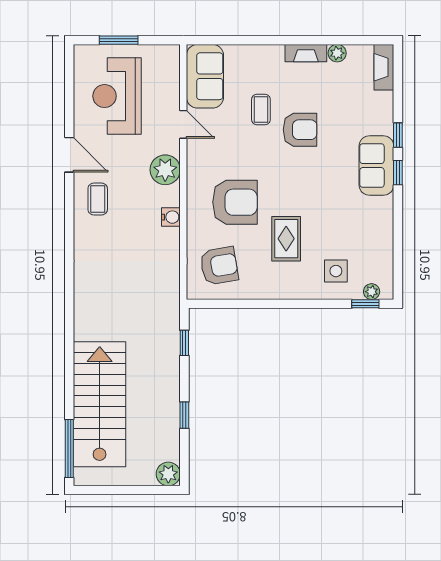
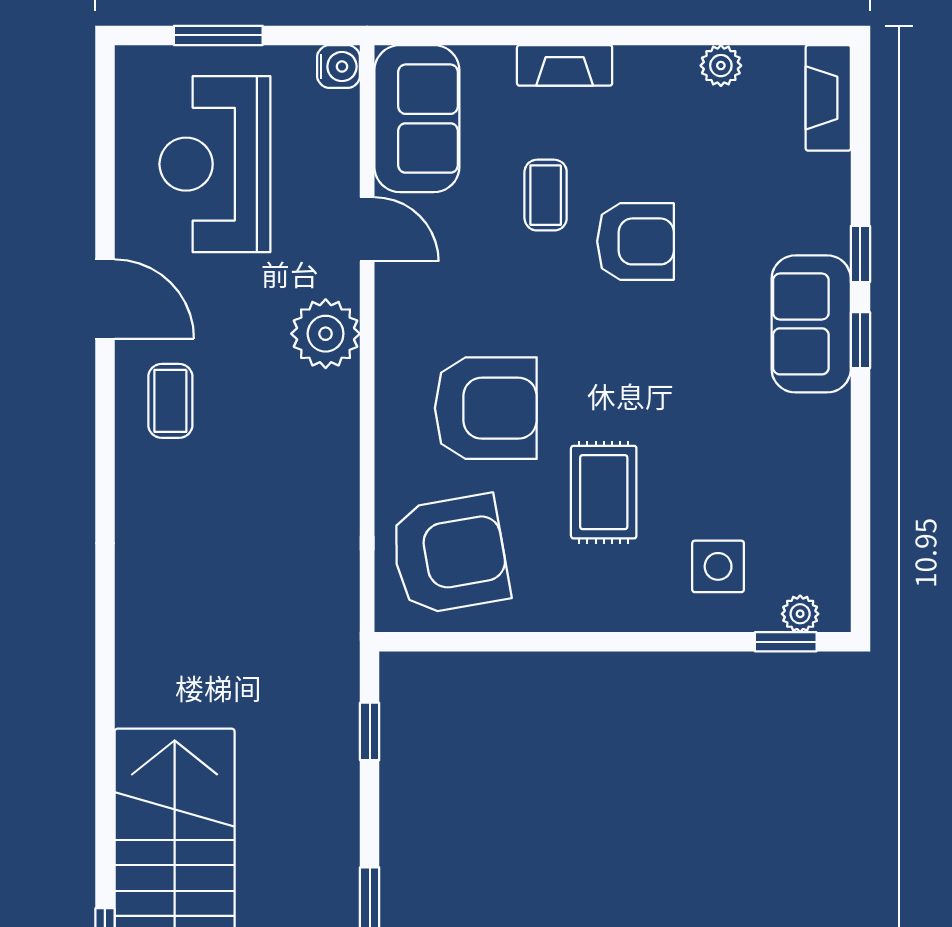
fireplace: (306, 53) -> (565, 65), moved
water cooler: (171, 217) -> (339, 67), moved
armchair: (219, 266) -> (449, 555), width x1.36, depth x1.36

